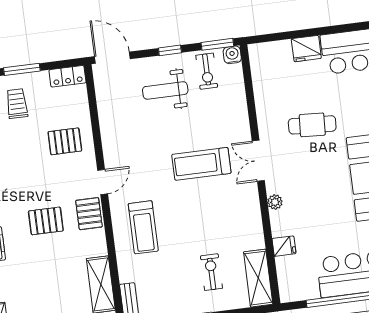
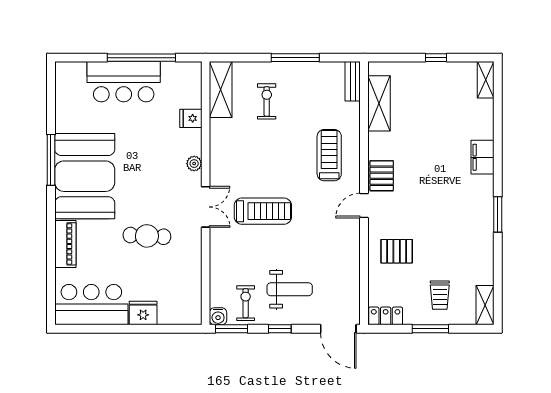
pallet: (46, 221) -> (426, 174), removed
exercise bike: (211, 272) -> (267, 101), turned 180

